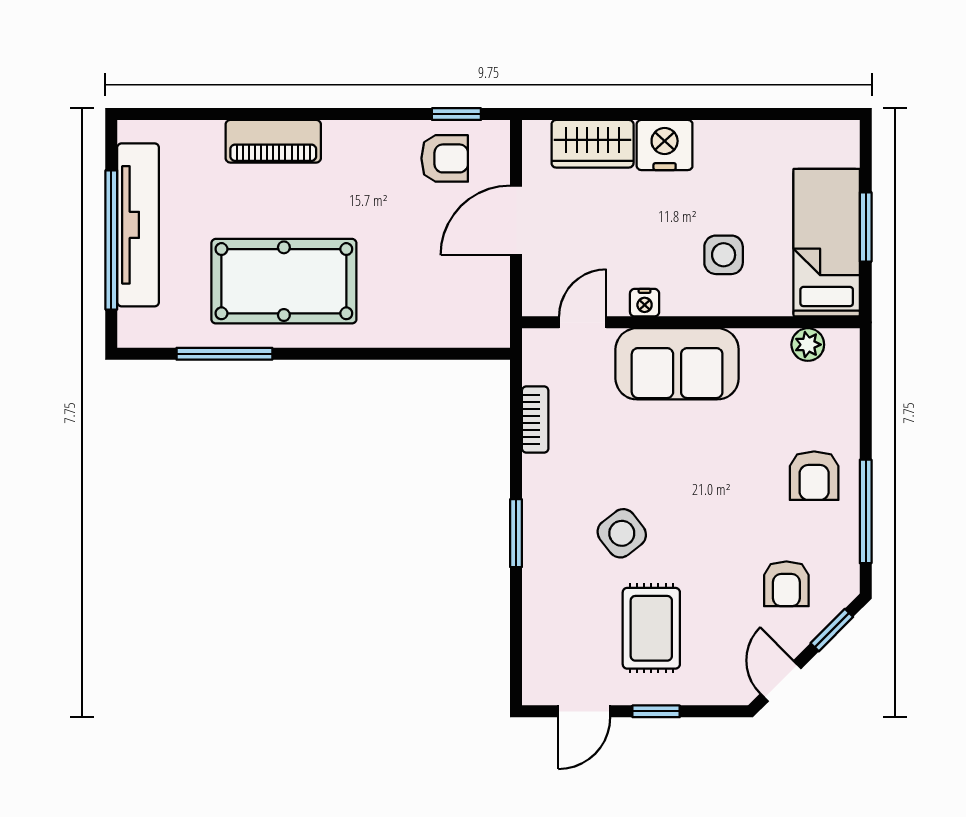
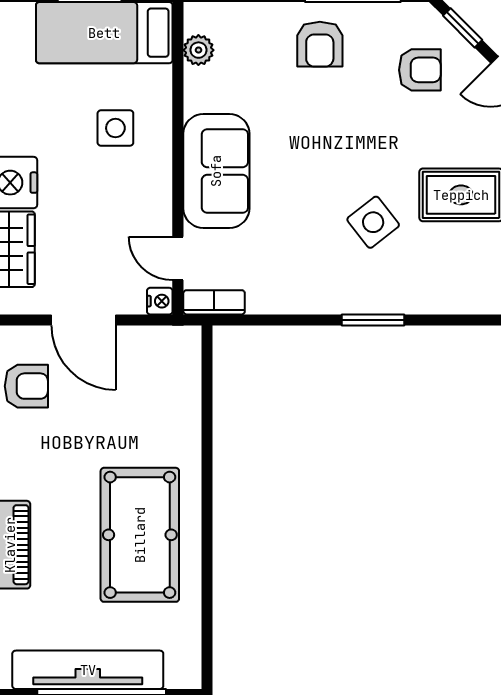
armchair: (445, 158) -> (26, 386), turned 90
nightstand: (645, 303) -> (160, 301), moved
window: (224, 354) -> (207, 590), removed
bookcase: (535, 420) -> (214, 302), moved
armchair: (814, 476) -> (320, 44), turned 90

